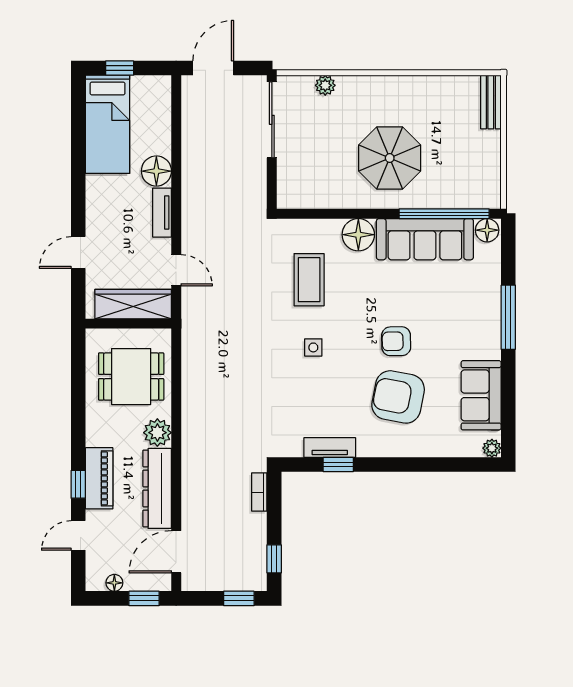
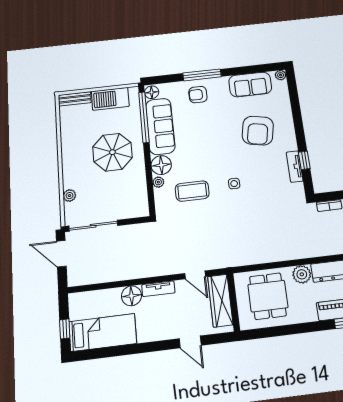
door: (213, 68) -> (61, 254), moved
barbecue: (484, 161) -> (110, 99), added
plant: (330, 228) -> (158, 182), added
door: (176, 270) -> (195, 275), swing flipped
armchair: (396, 341) -> (198, 95), moved, turned 91

